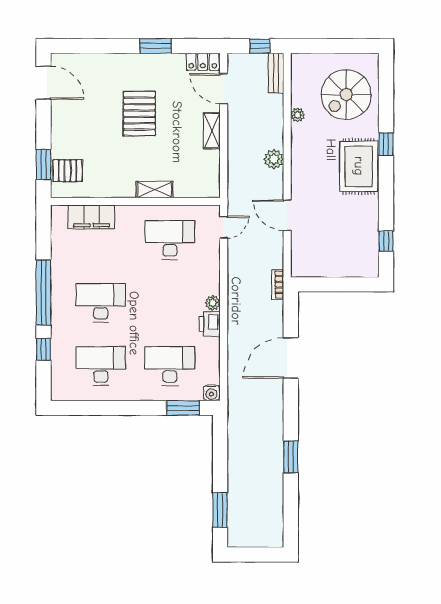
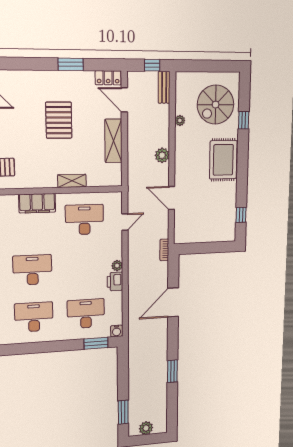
shelving: (212, 131) -> (113, 141), width x1.50, depth x1.33
window: (386, 144) -> (244, 120), moved
filing cabinet: (92, 217) -> (37, 203), moved
door: (224, 227) -> (125, 222), moved
plant: (253, 537) -> (146, 428), added

